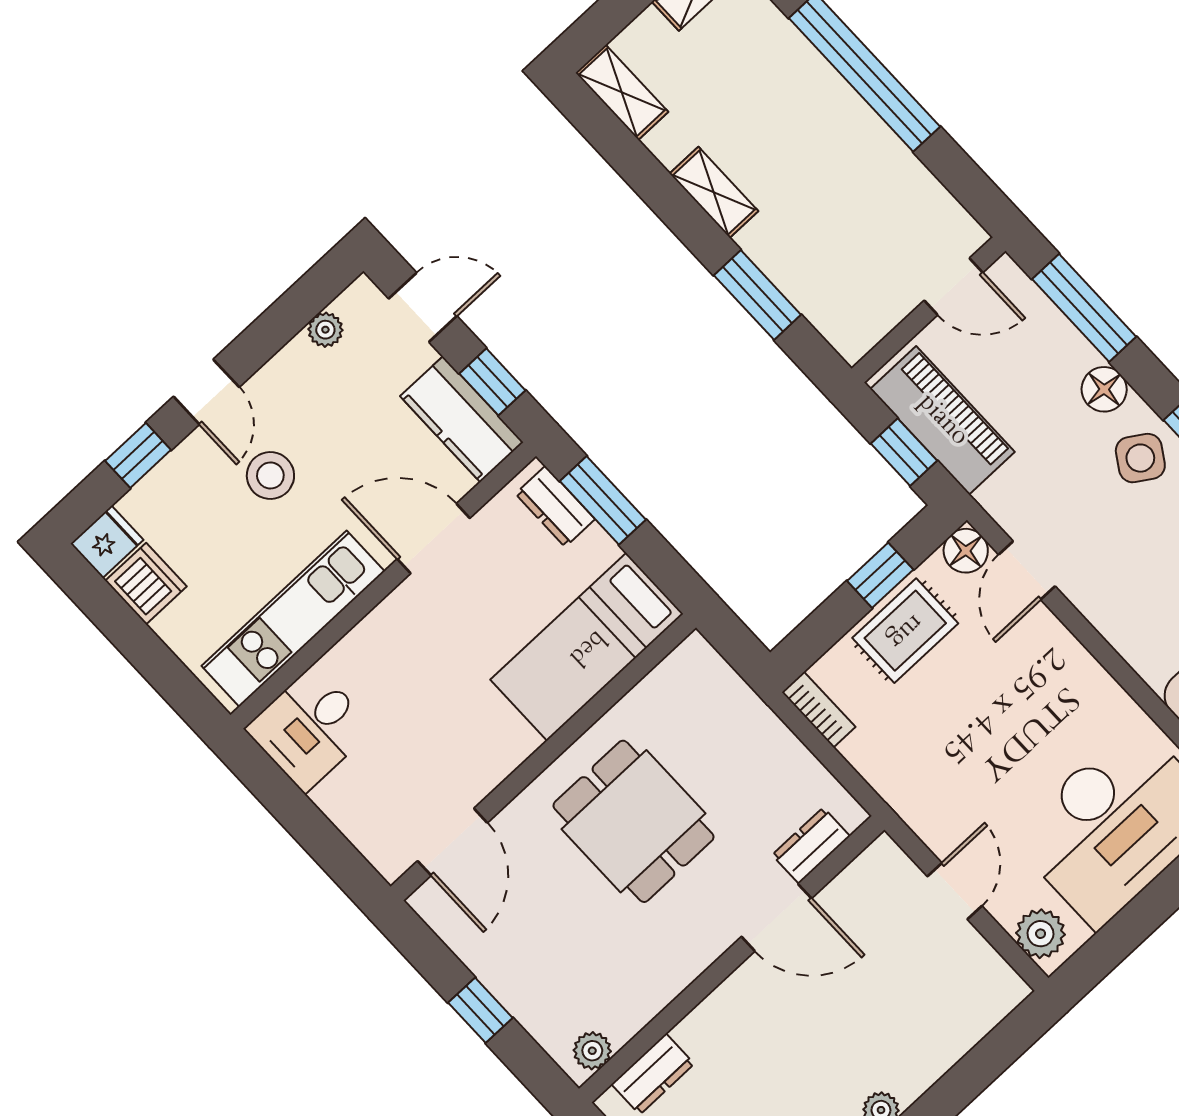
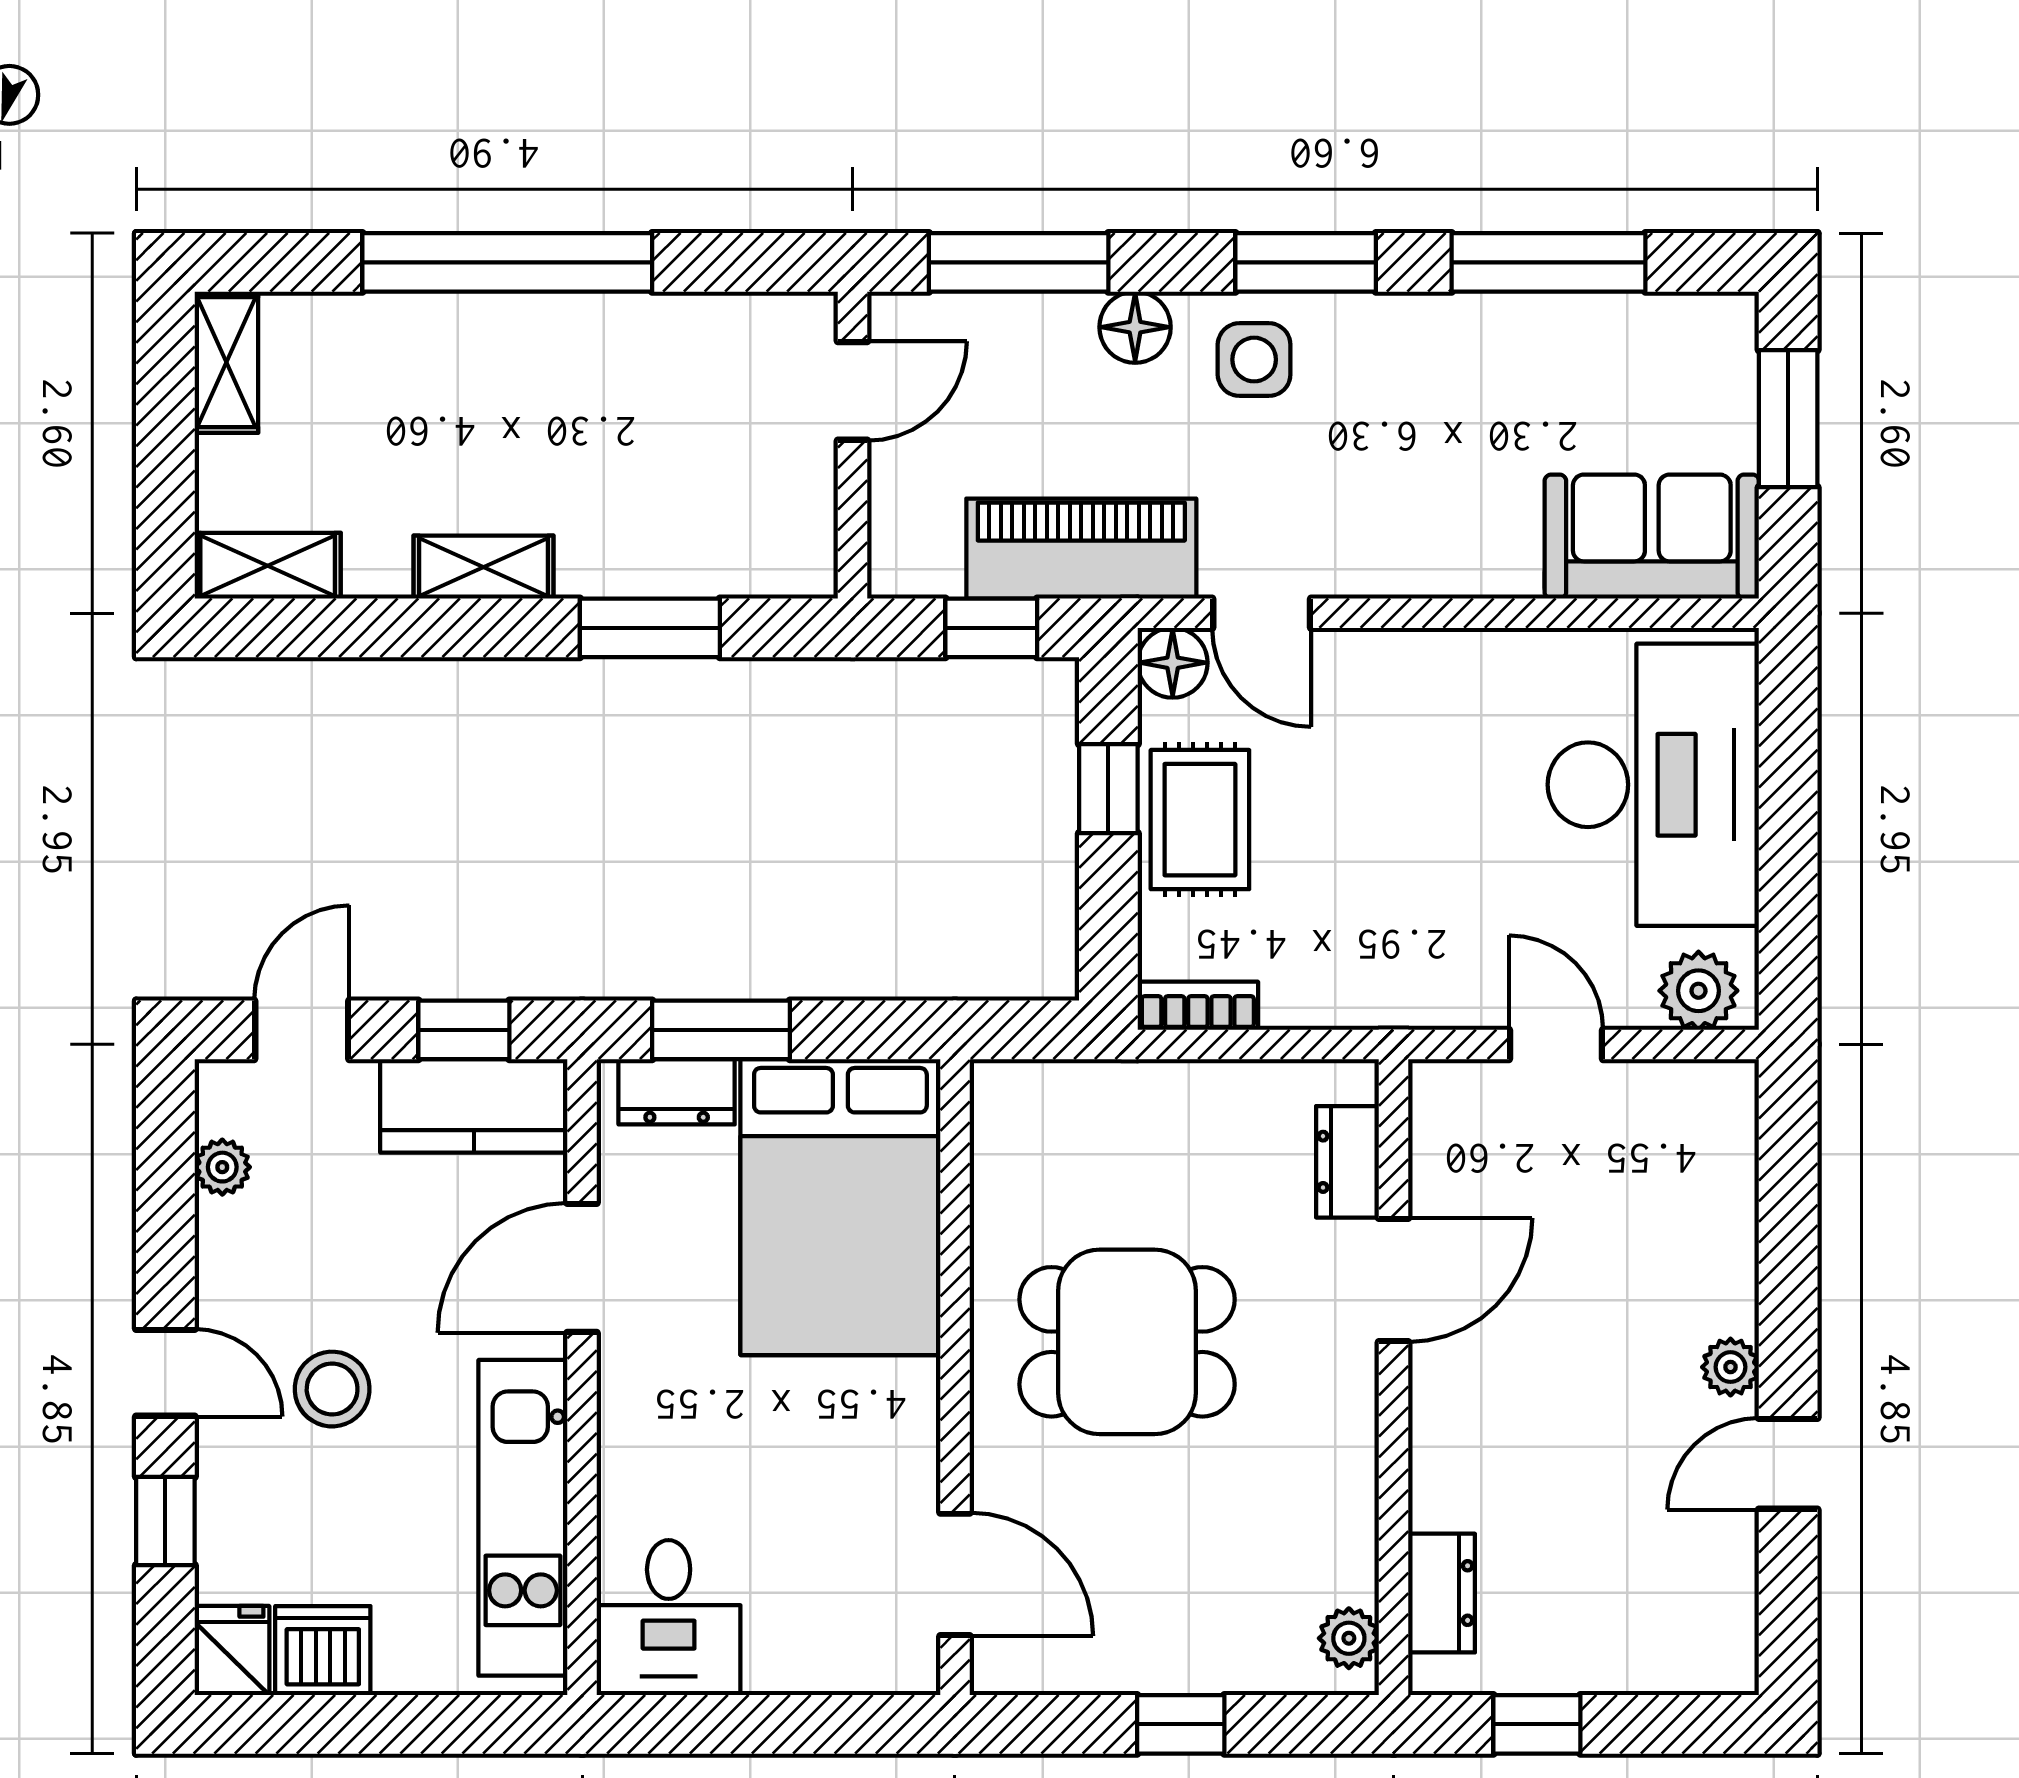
piano: (943, 420) -> (1081, 549), moved
side table: (1140, 458) -> (1254, 360), turned -33
bed: (587, 647) -> (840, 1207), width x1.50

